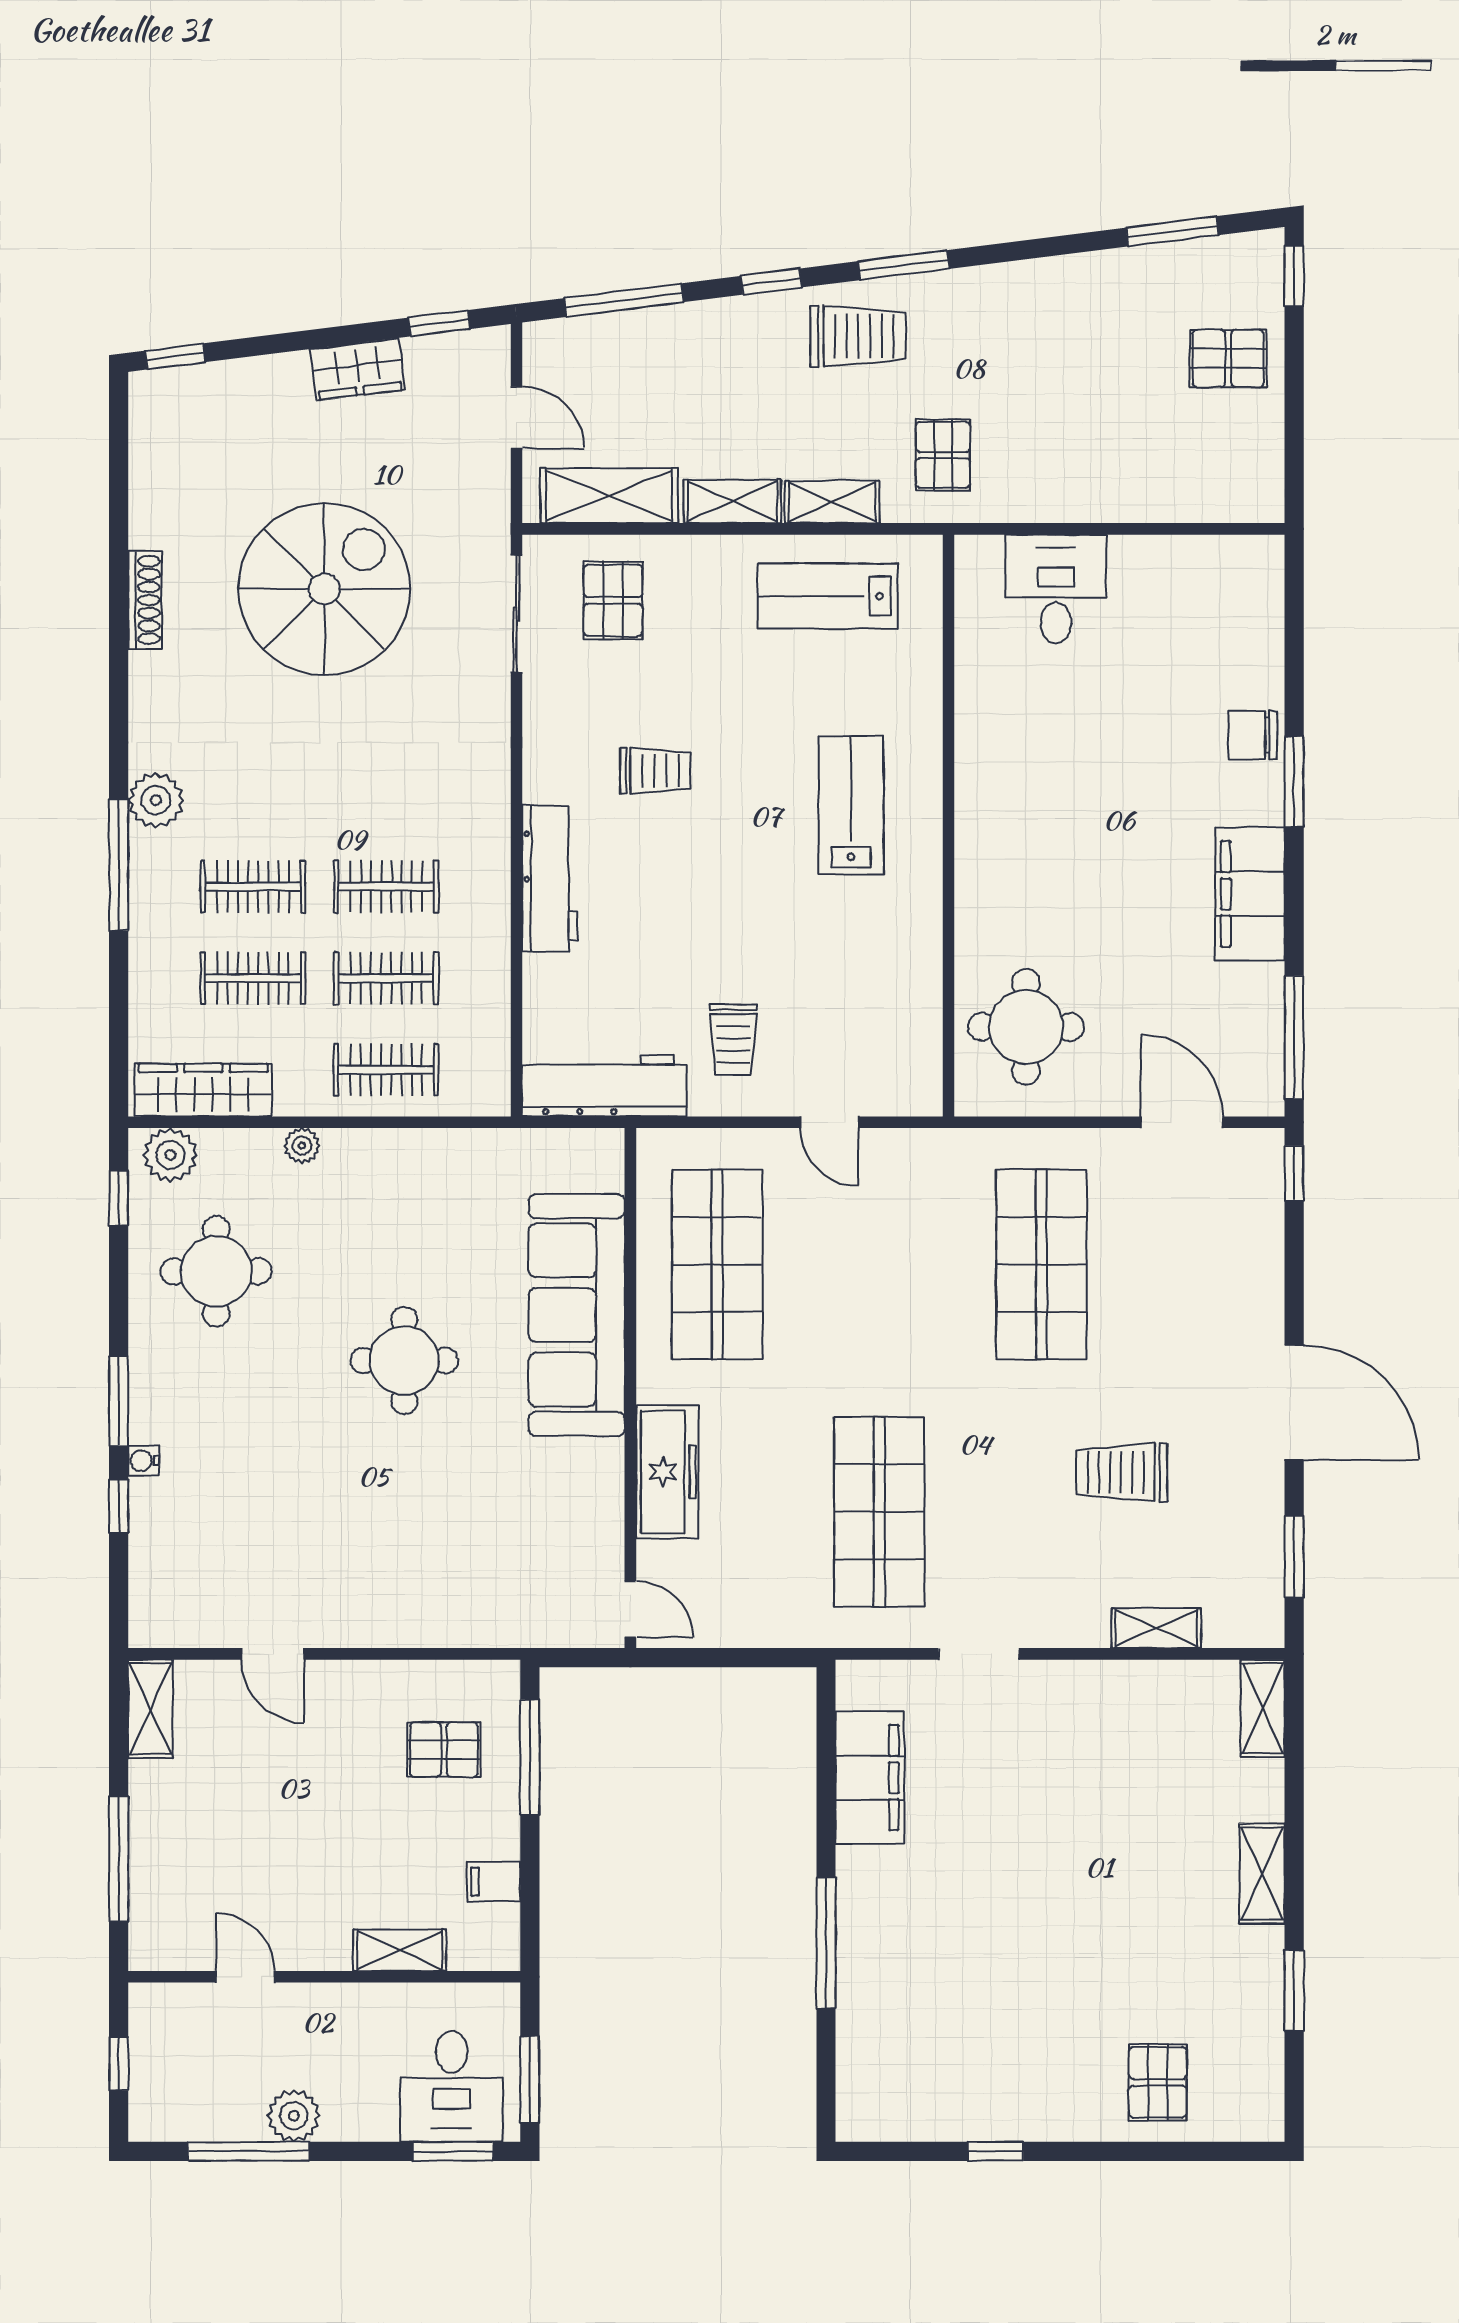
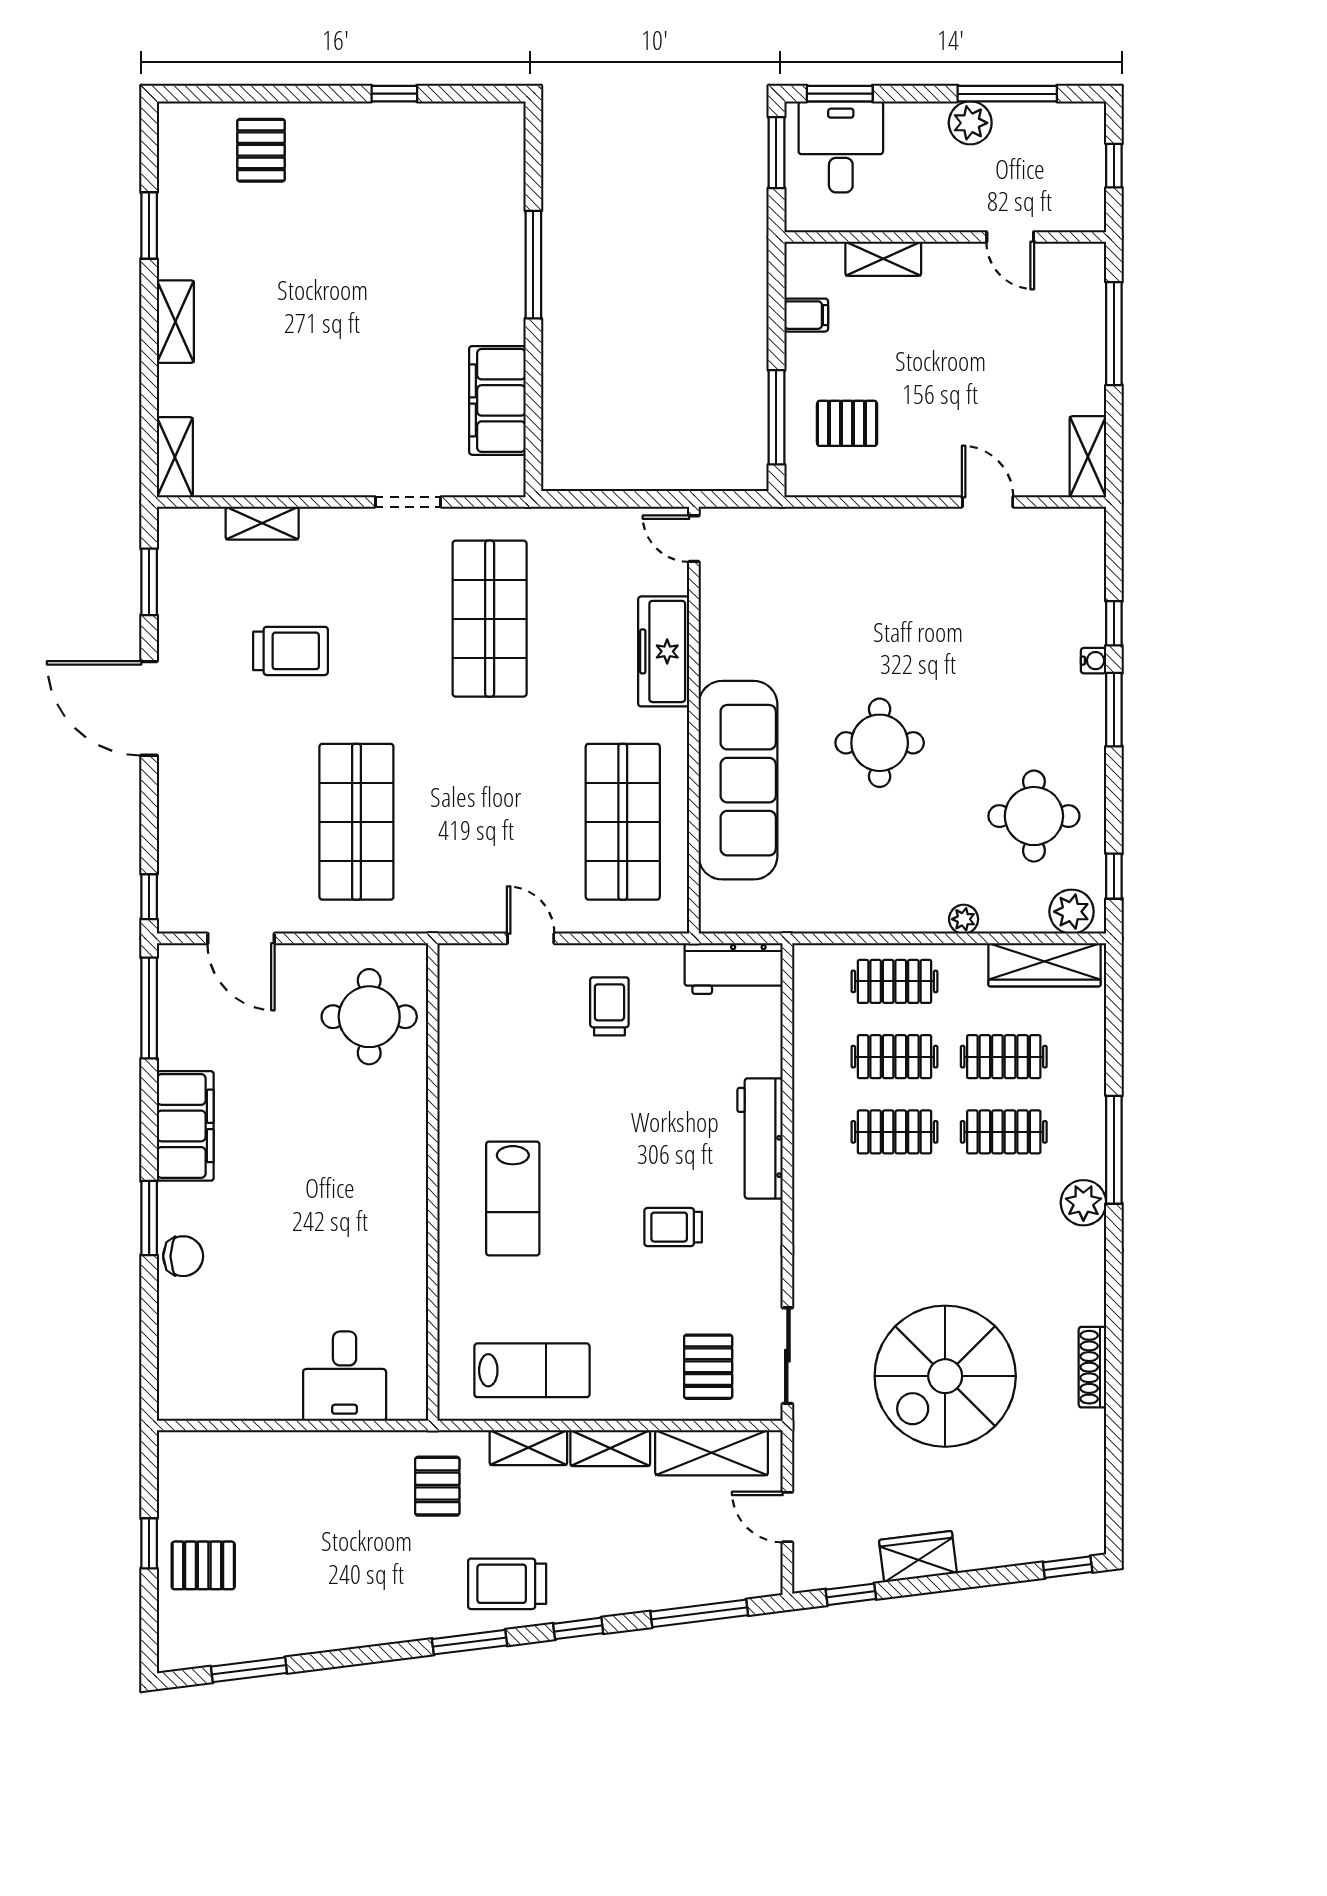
window: (1294, 276) -> (149, 1543), moved
workbench: (604, 1086) -> (734, 968), width x0.73

